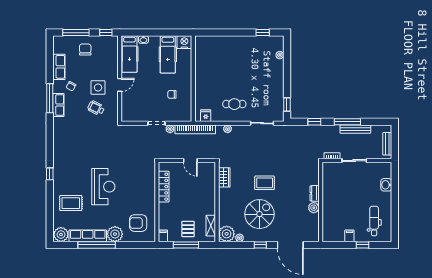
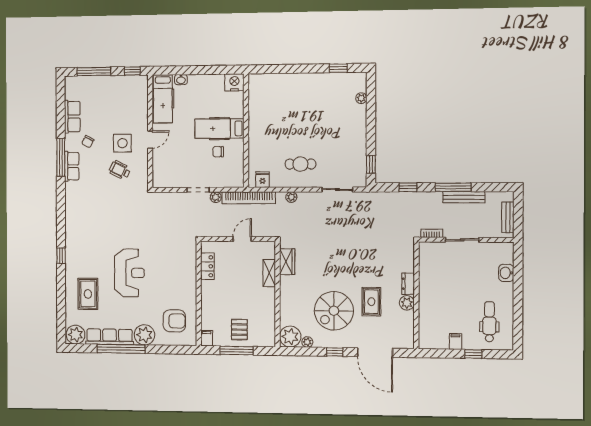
chair: (85, 49) -> (106, 94), removed
hospital bed: (168, 54) -> (219, 129), moved, turned 90
door: (190, 161) -> (242, 239), swing flipped
rug: (265, 183) -> (371, 302), moved, turned 90
locker: (164, 187) -> (207, 266), width x0.66
rug: (71, 203) -> (88, 294), turned 90
spiral stairs: (259, 214) -> (334, 311), turned 180
armchair: (138, 223) -> (174, 321), turned 180
shelving: (211, 226) -> (269, 273), moved

